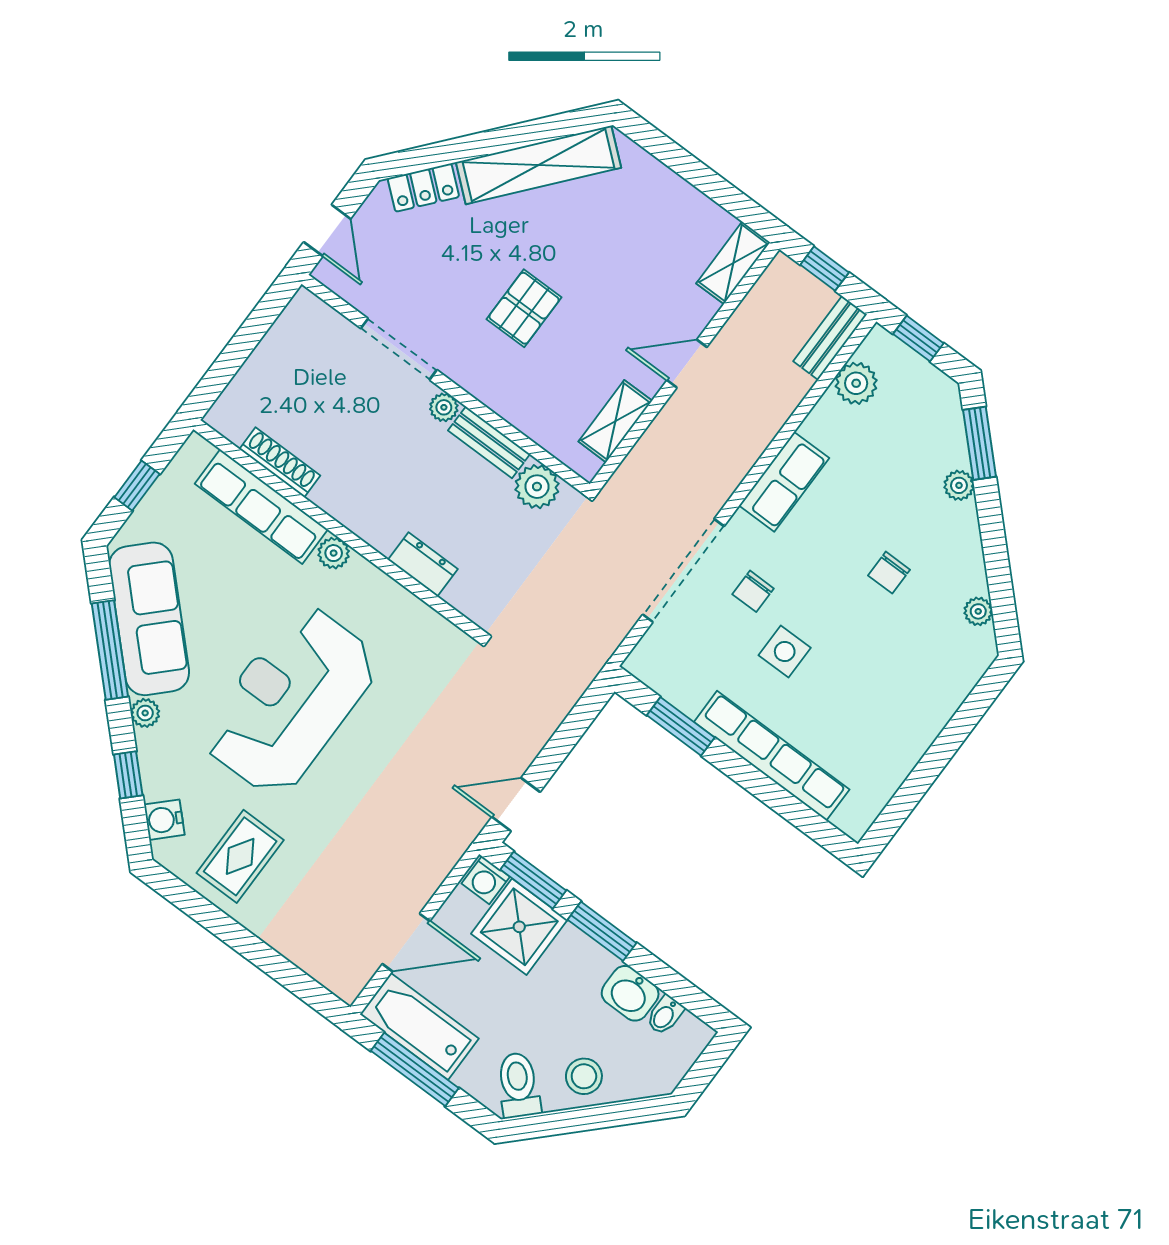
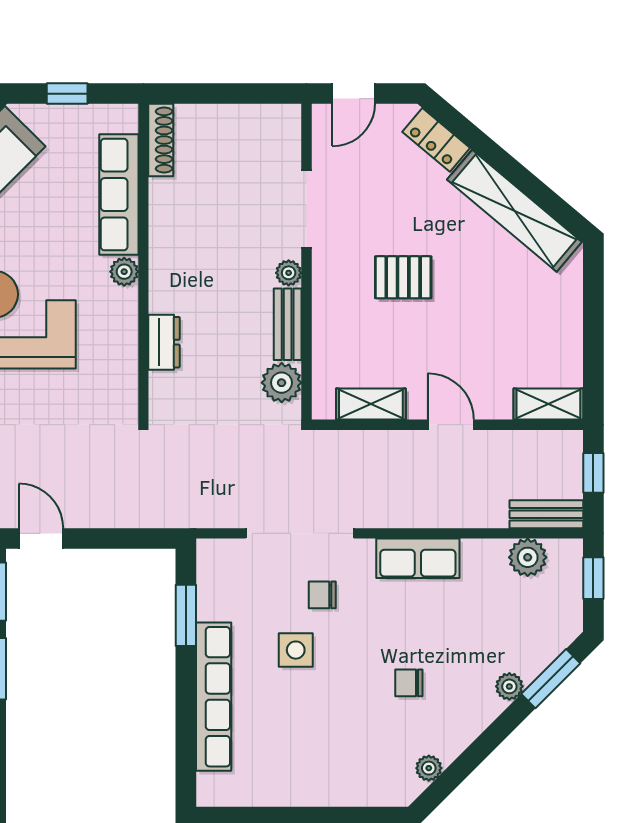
shoe rack: (280, 462) -> (161, 140), moved

